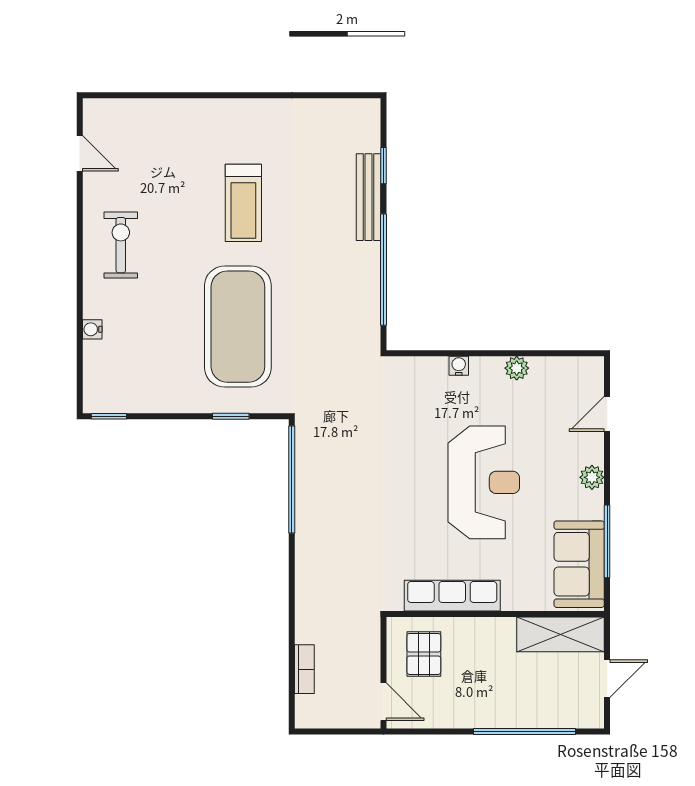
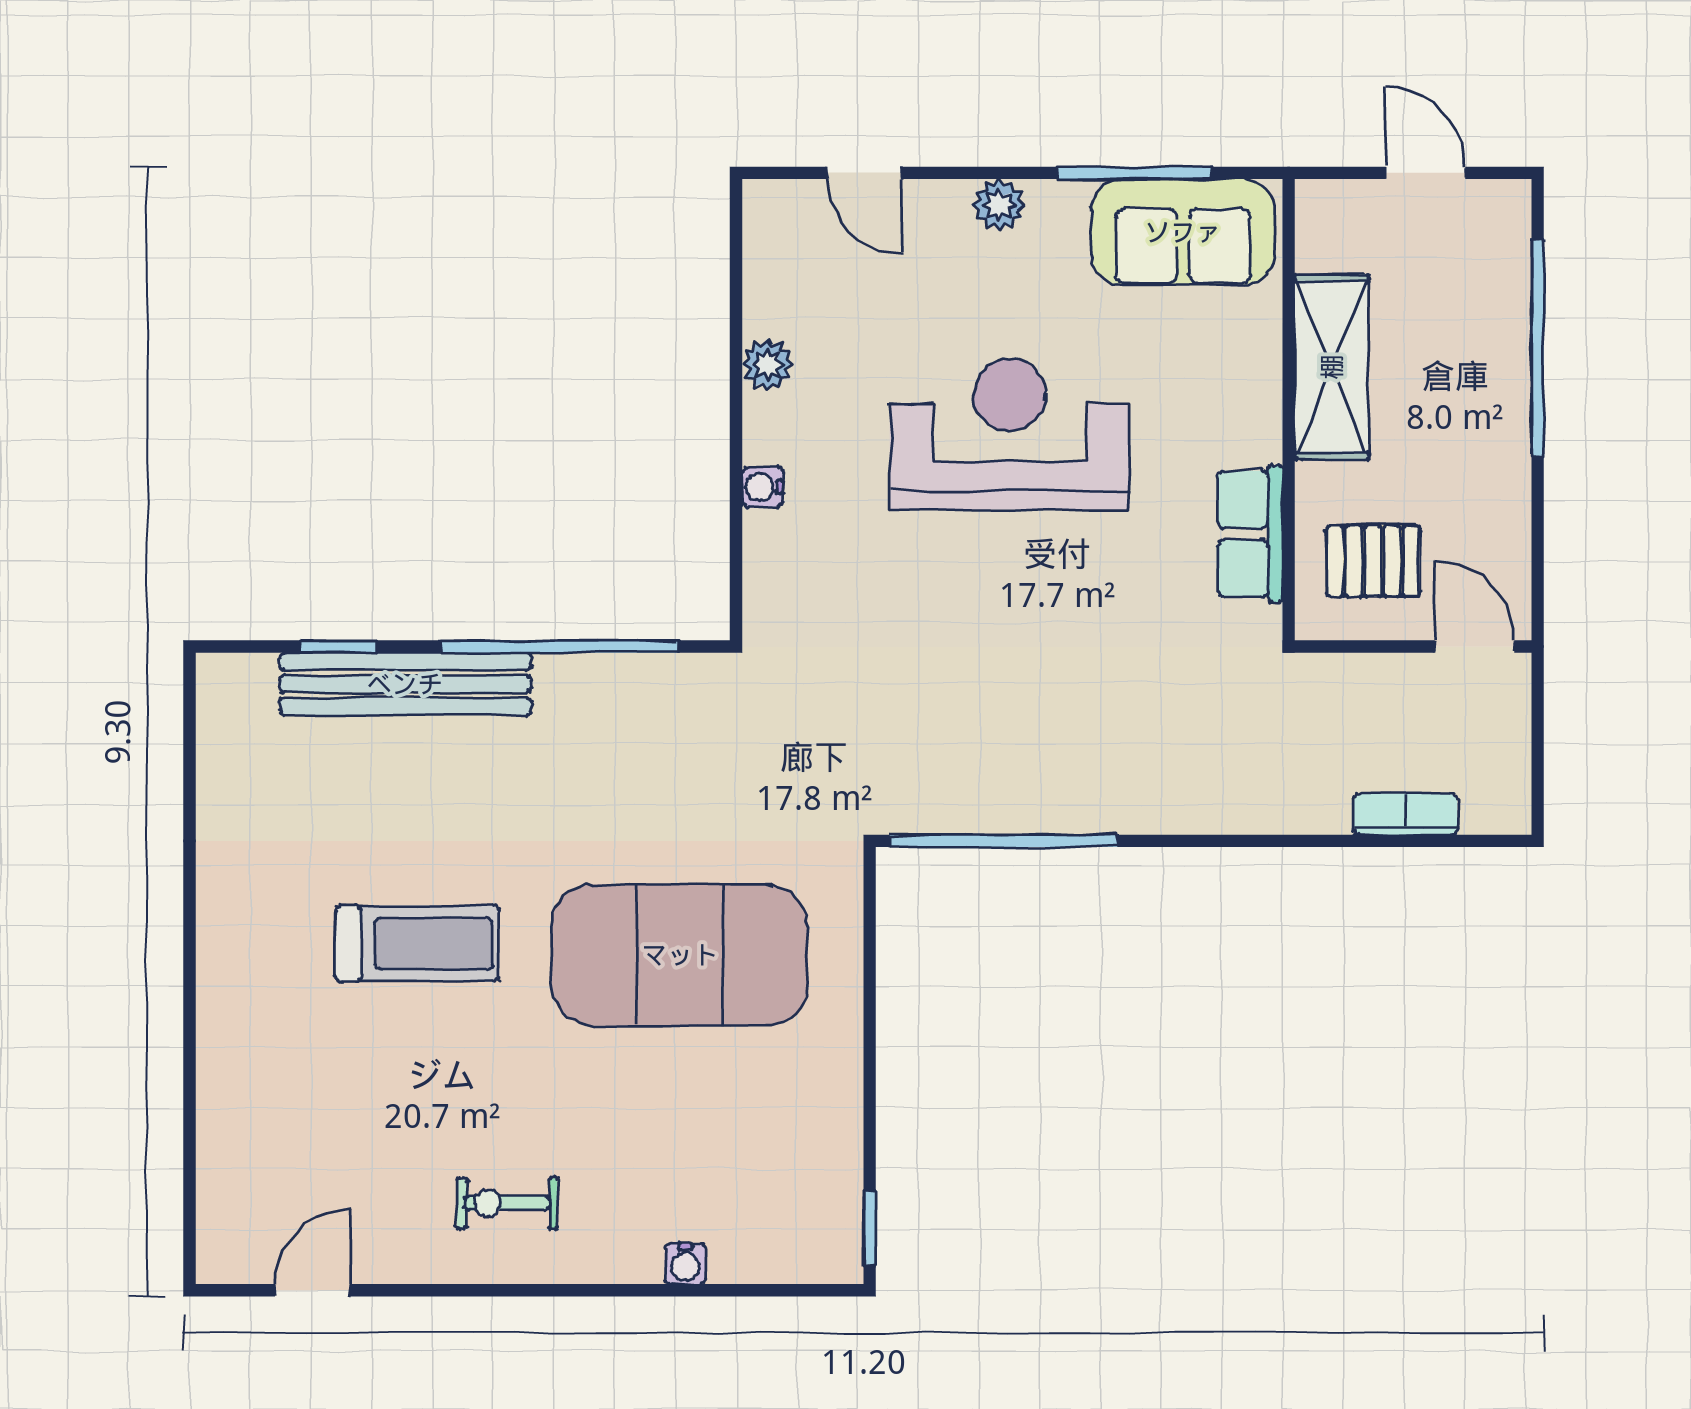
bench: (368, 197) -> (405, 684), width x1.37, depth x1.21
exercise bike: (121, 245) -> (507, 1203), width x0.73, depth x0.72
window: (231, 416) -> (870, 970), removed
row of seats: (452, 596) -> (1250, 534), width x0.68
shelving: (561, 634) -> (1332, 367), moved
door: (384, 702) -> (1474, 647), hinge flipped

